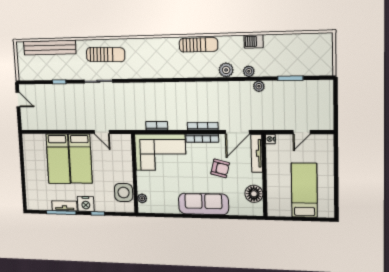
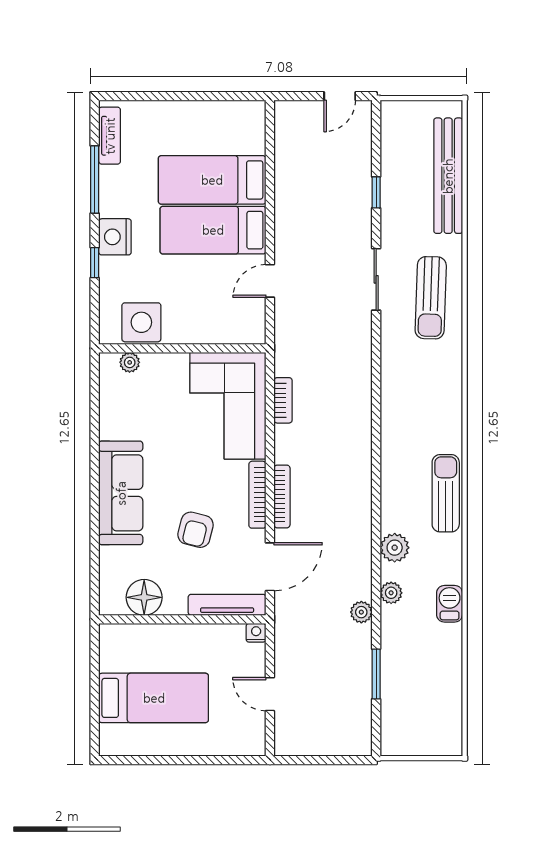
sun lounger: (198, 45) -> (446, 493), turned 180
door: (237, 132) -> (270, 567), swing flipped
tv unit: (64, 206) -> (110, 136), moved

